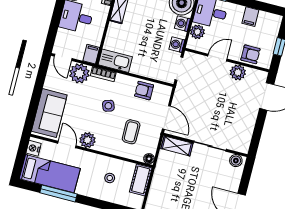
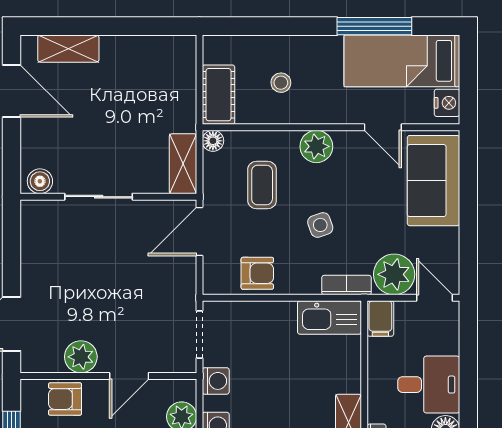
door: (166, 117) -> (199, 231), hinge flipped
plant: (88, 140) -> (316, 146), moved
shelving: (177, 146) -> (183, 164), moved, turned 90

